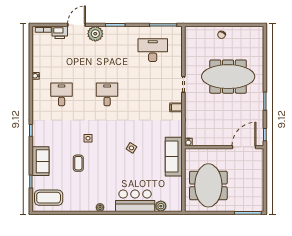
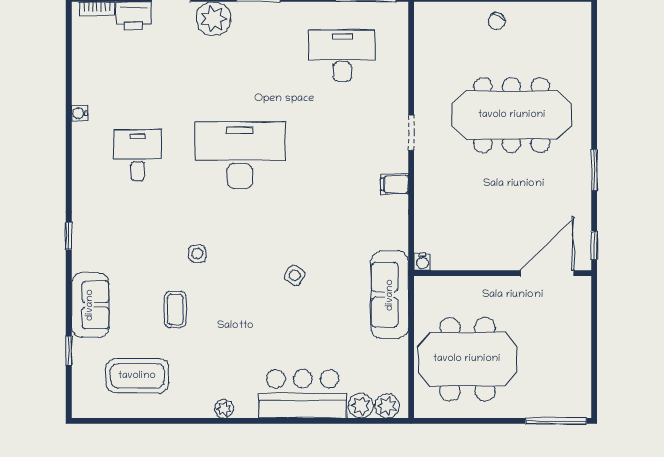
desk: (107, 94) -> (240, 155), width x1.87, depth x1.30
meeting table: (208, 185) -> (467, 359), turned 90
coffee table: (49, 198) -> (137, 376), moved
plant: (173, 206) -> (387, 406), added

